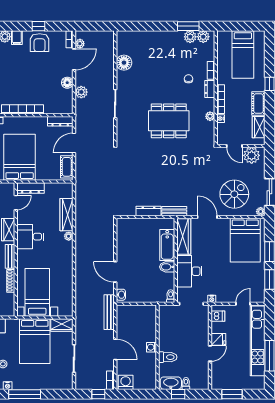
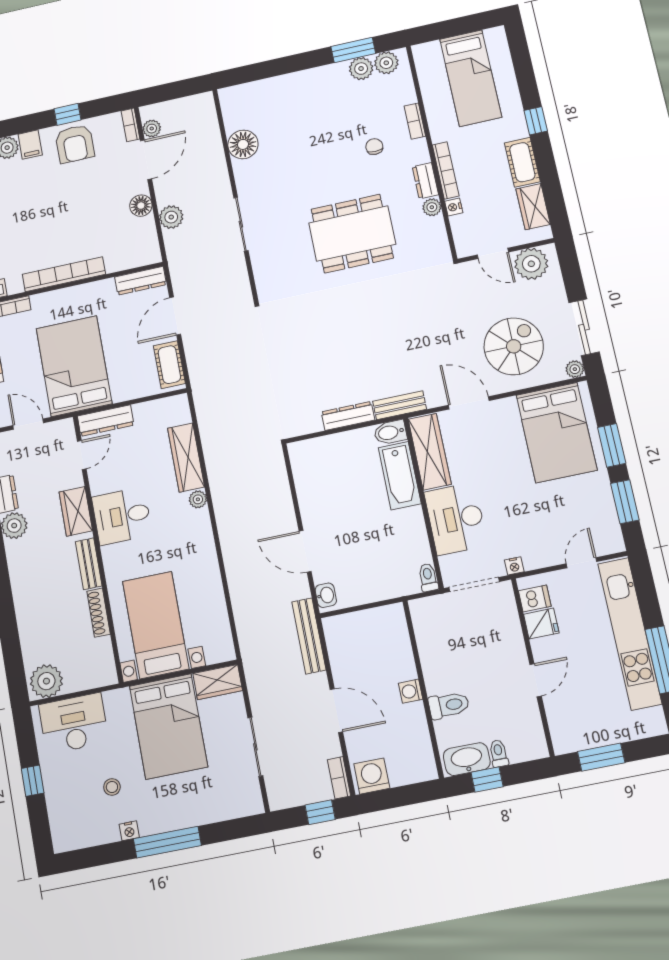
dresser: (210, 89) -> (425, 181), moved
bidet: (167, 267) -> (390, 432), moved
fridge: (218, 339) -> (541, 624), moved

